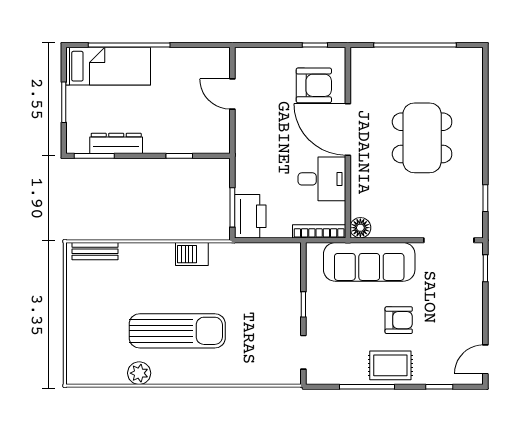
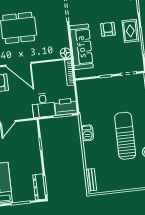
door: (348, 129) -> (19, 64), hinge flipped
dresser: (116, 143) -> (39, 187), moved
desk: (322, 179) -> (43, 105), moved, turned 180

